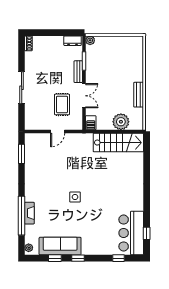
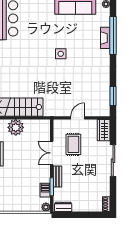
wardrobe: (31, 119) -> (104, 130), added
barbecue: (91, 123) -> (45, 190), moved

